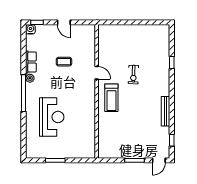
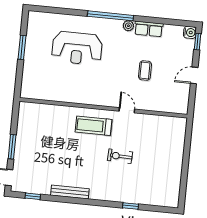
door: (97, 73) -> (127, 110), swing flipped

